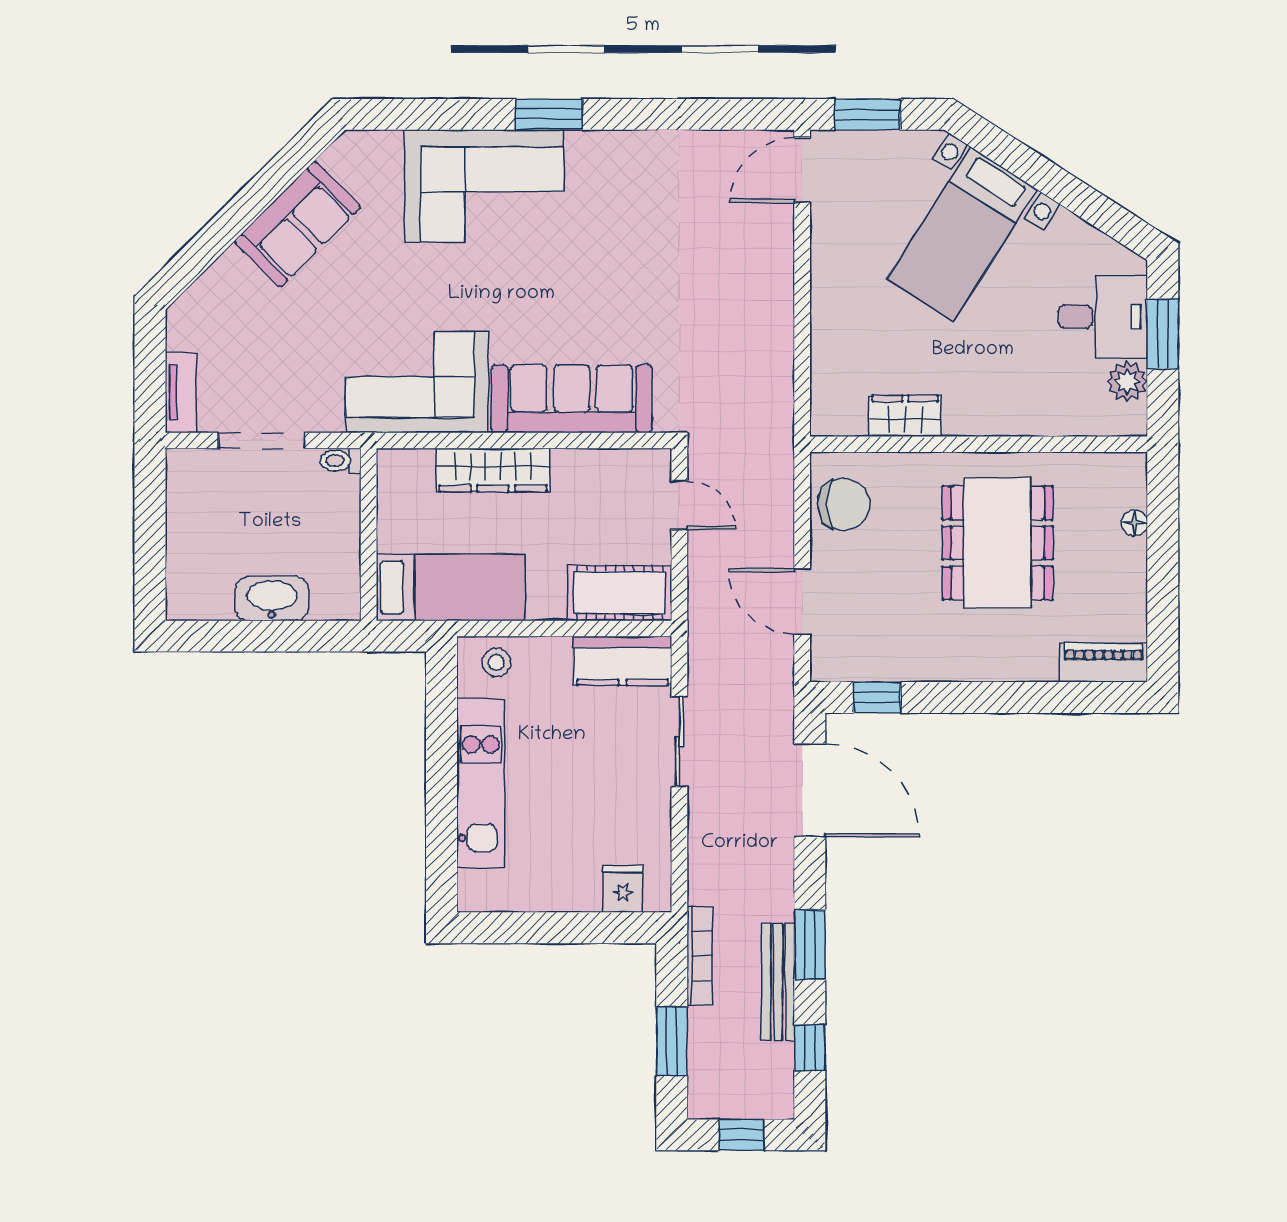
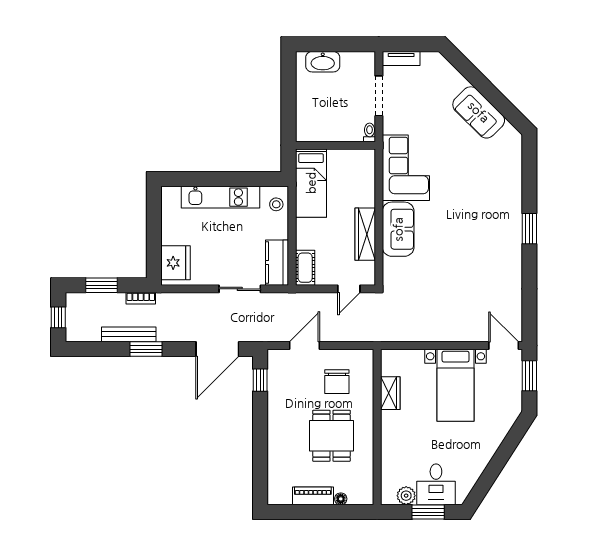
corner sofa: (484, 186) -> (496, 198), removed
bed with nightstands: (962, 234) -> (456, 385), moved, turned -123
sofa: (572, 399) -> (398, 229), width x0.73
wardrobe: (493, 470) -> (365, 234), moved
chair: (844, 504) -> (337, 382), moved
dining table: (998, 543) -> (331, 436), width x0.73
cot: (620, 593) -> (305, 268), width x0.73, depth x0.75
washbasin: (272, 598) -> (323, 62), moved, turned 90
piano: (1104, 663) -> (313, 496), moved, turned -90
fridge: (623, 889) -> (175, 263), width x1.88, depth x1.34
bookcase: (700, 956) -> (141, 298), width x0.64
window: (810, 1048) -> (99, 349), removed

